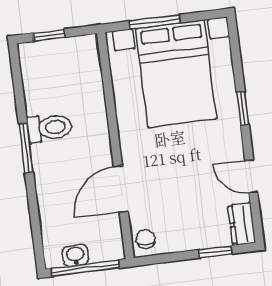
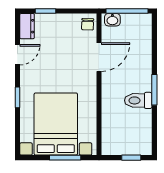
door: (251, 176) -> (17, 55), hinge flipped
washbasin: (75, 255) -> (112, 20), moved

